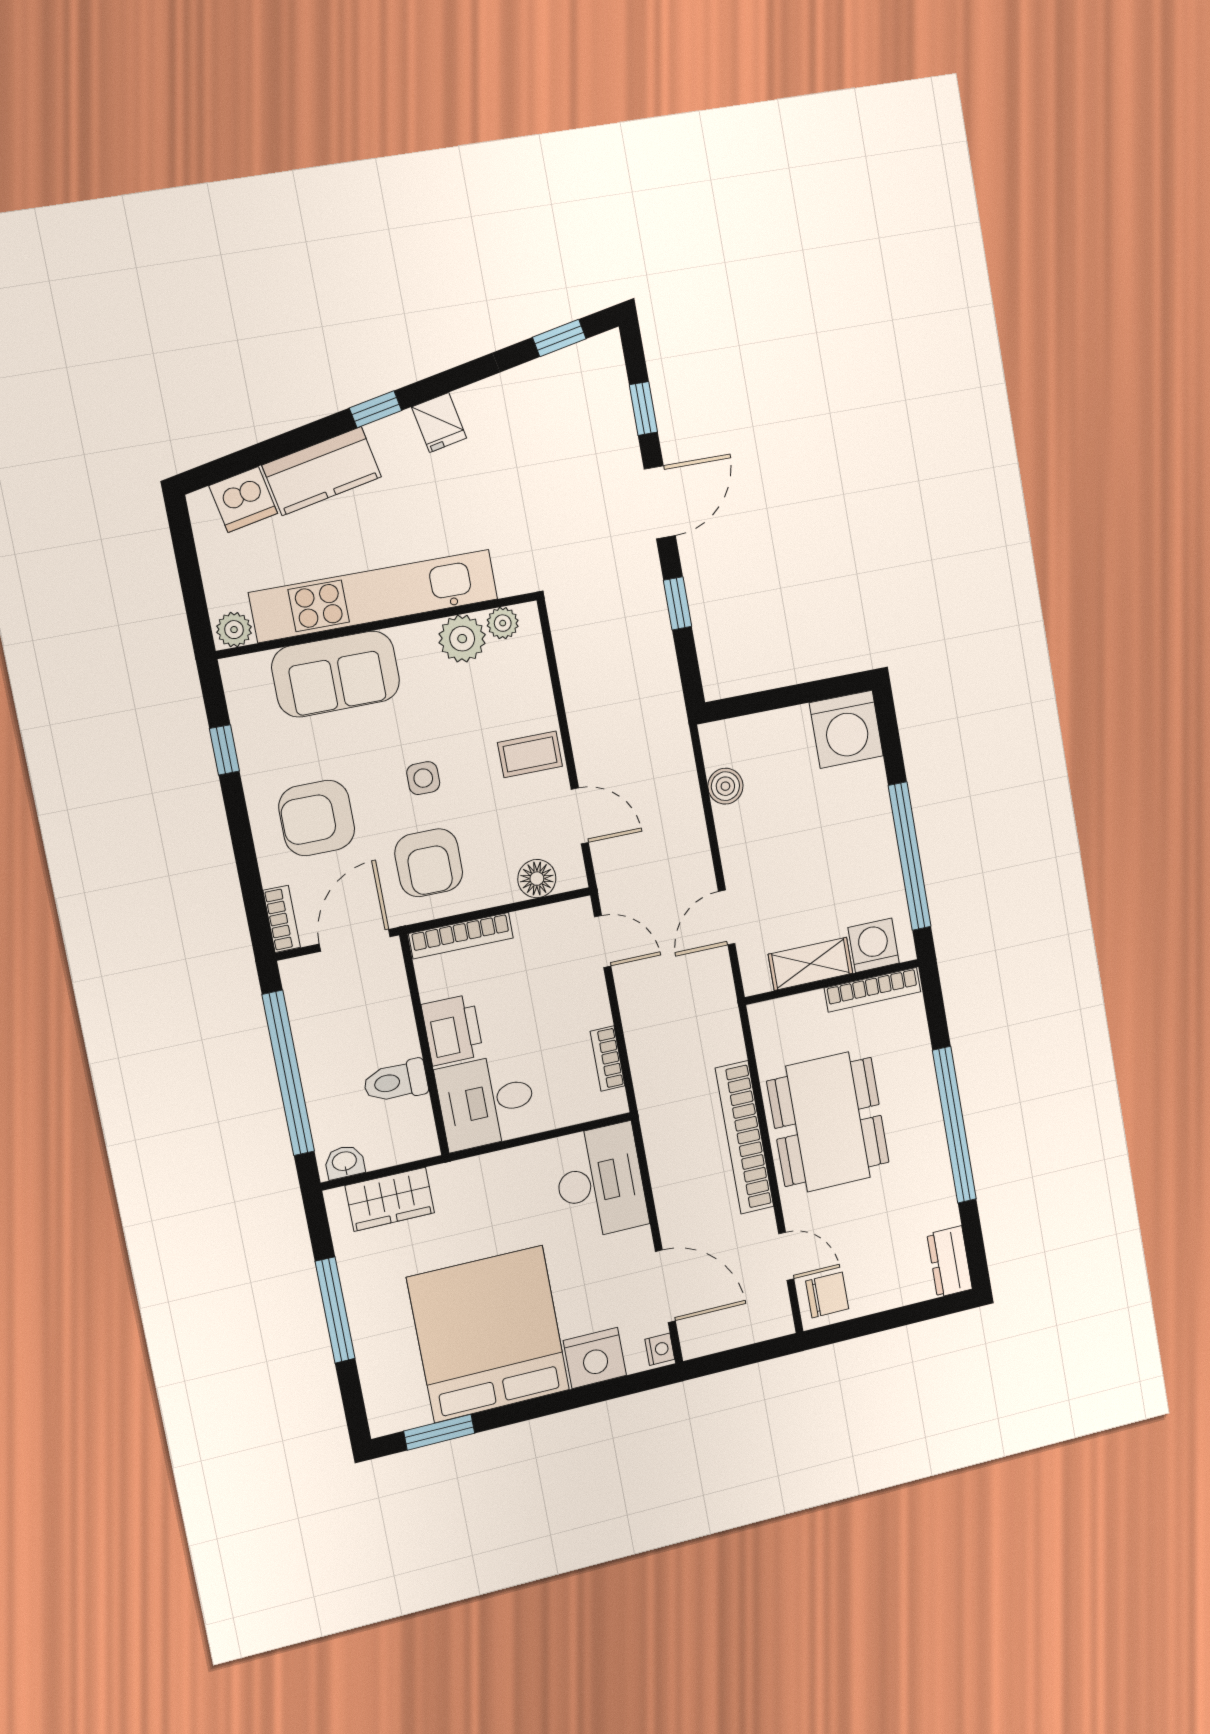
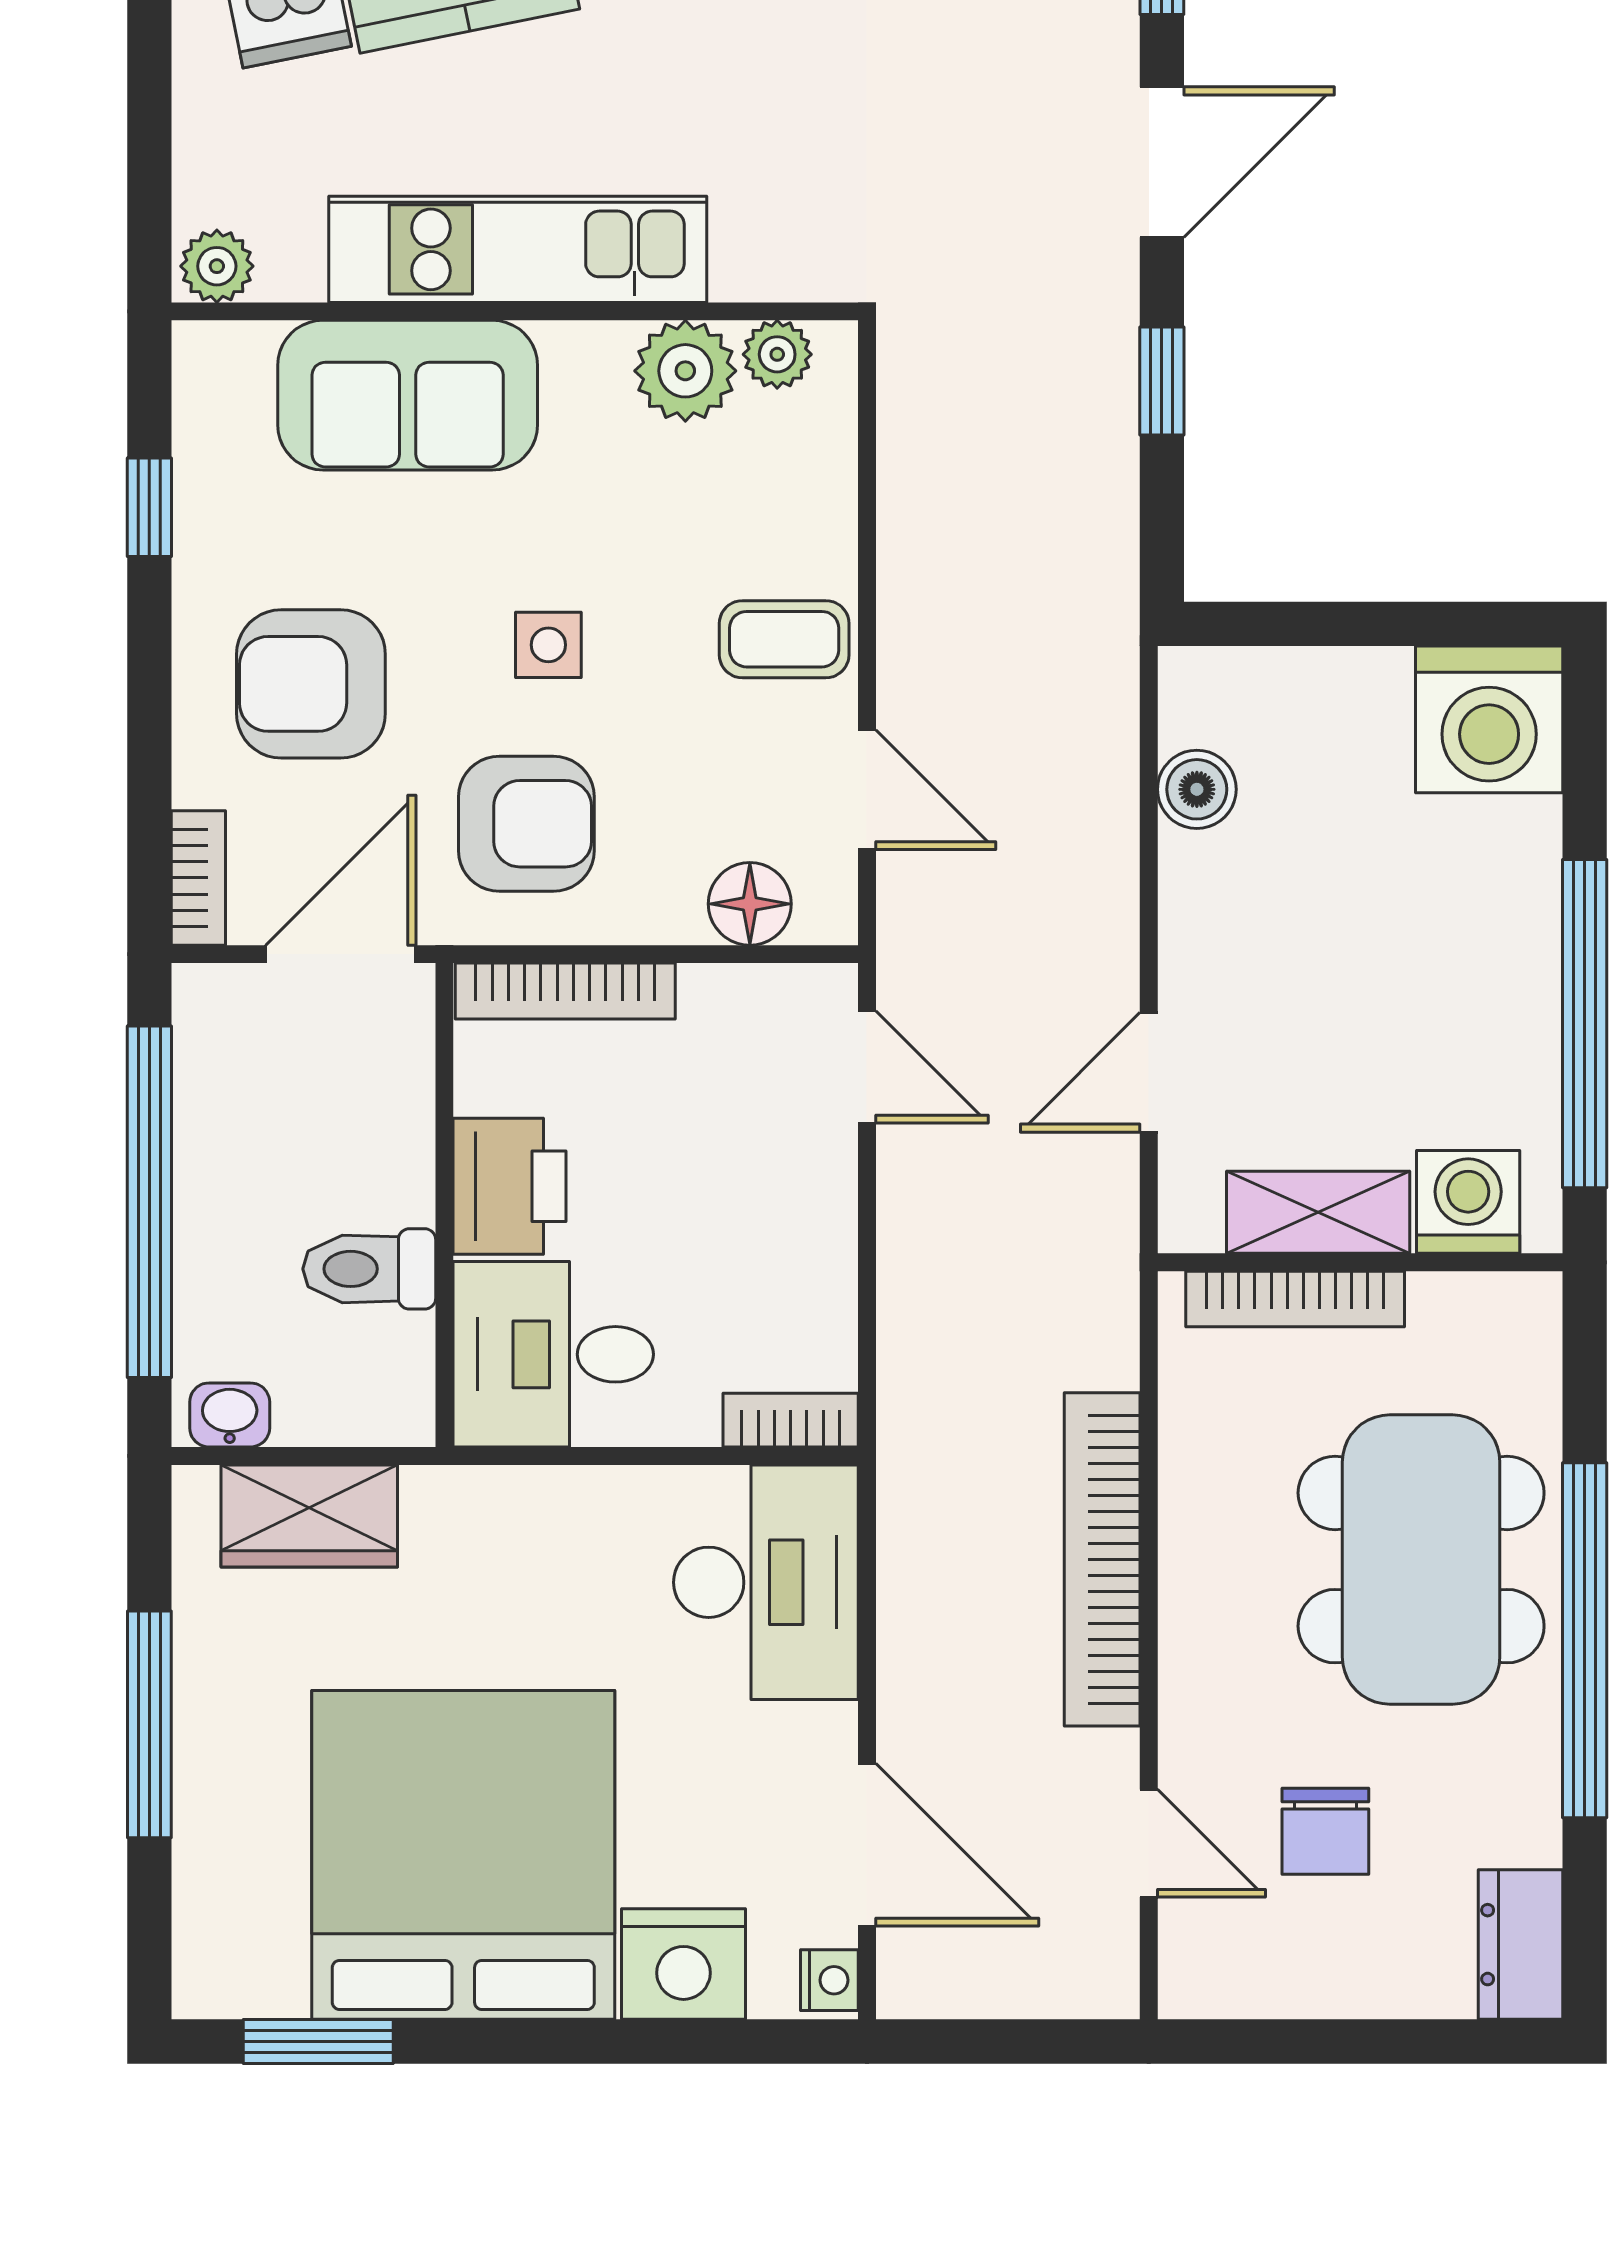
kitchen unit: (374, 596) -> (518, 249), width x0.73
armchair: (429, 863) -> (526, 824), turned -90
bookcase: (872, 990) -> (1295, 1299), moved
bookcase: (608, 1059) -> (791, 1420), moved, turned 90
dining table: (828, 1122) -> (1421, 1560), moved
chair: (827, 1295) -> (1325, 1831), moved, turned 90

